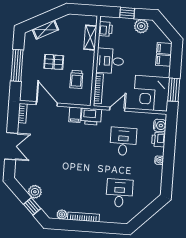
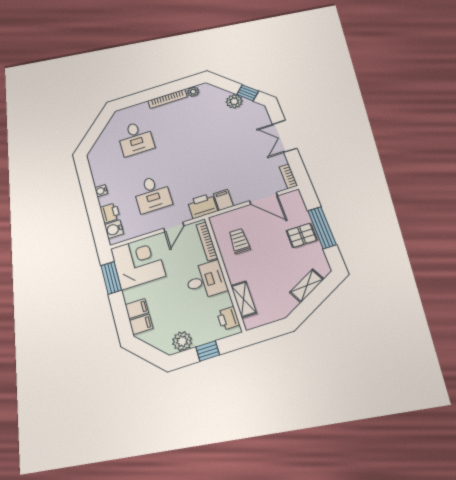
pallet: (54, 62) -> (302, 235), moved
window: (32, 206) -> (248, 93), moved

